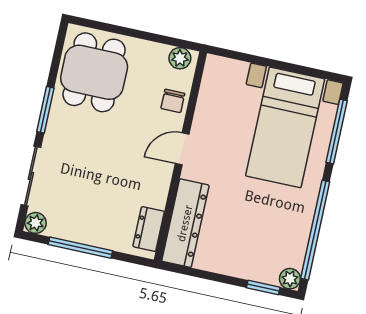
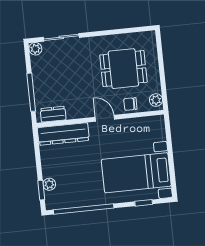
dining table: (94, 72) -> (123, 69), moved
window: (45, 110) -> (102, 33), removed
window: (337, 132) -> (144, 203), width x0.46
window: (80, 248) -> (31, 92), moved
plant: (290, 279) -> (49, 184), moved

